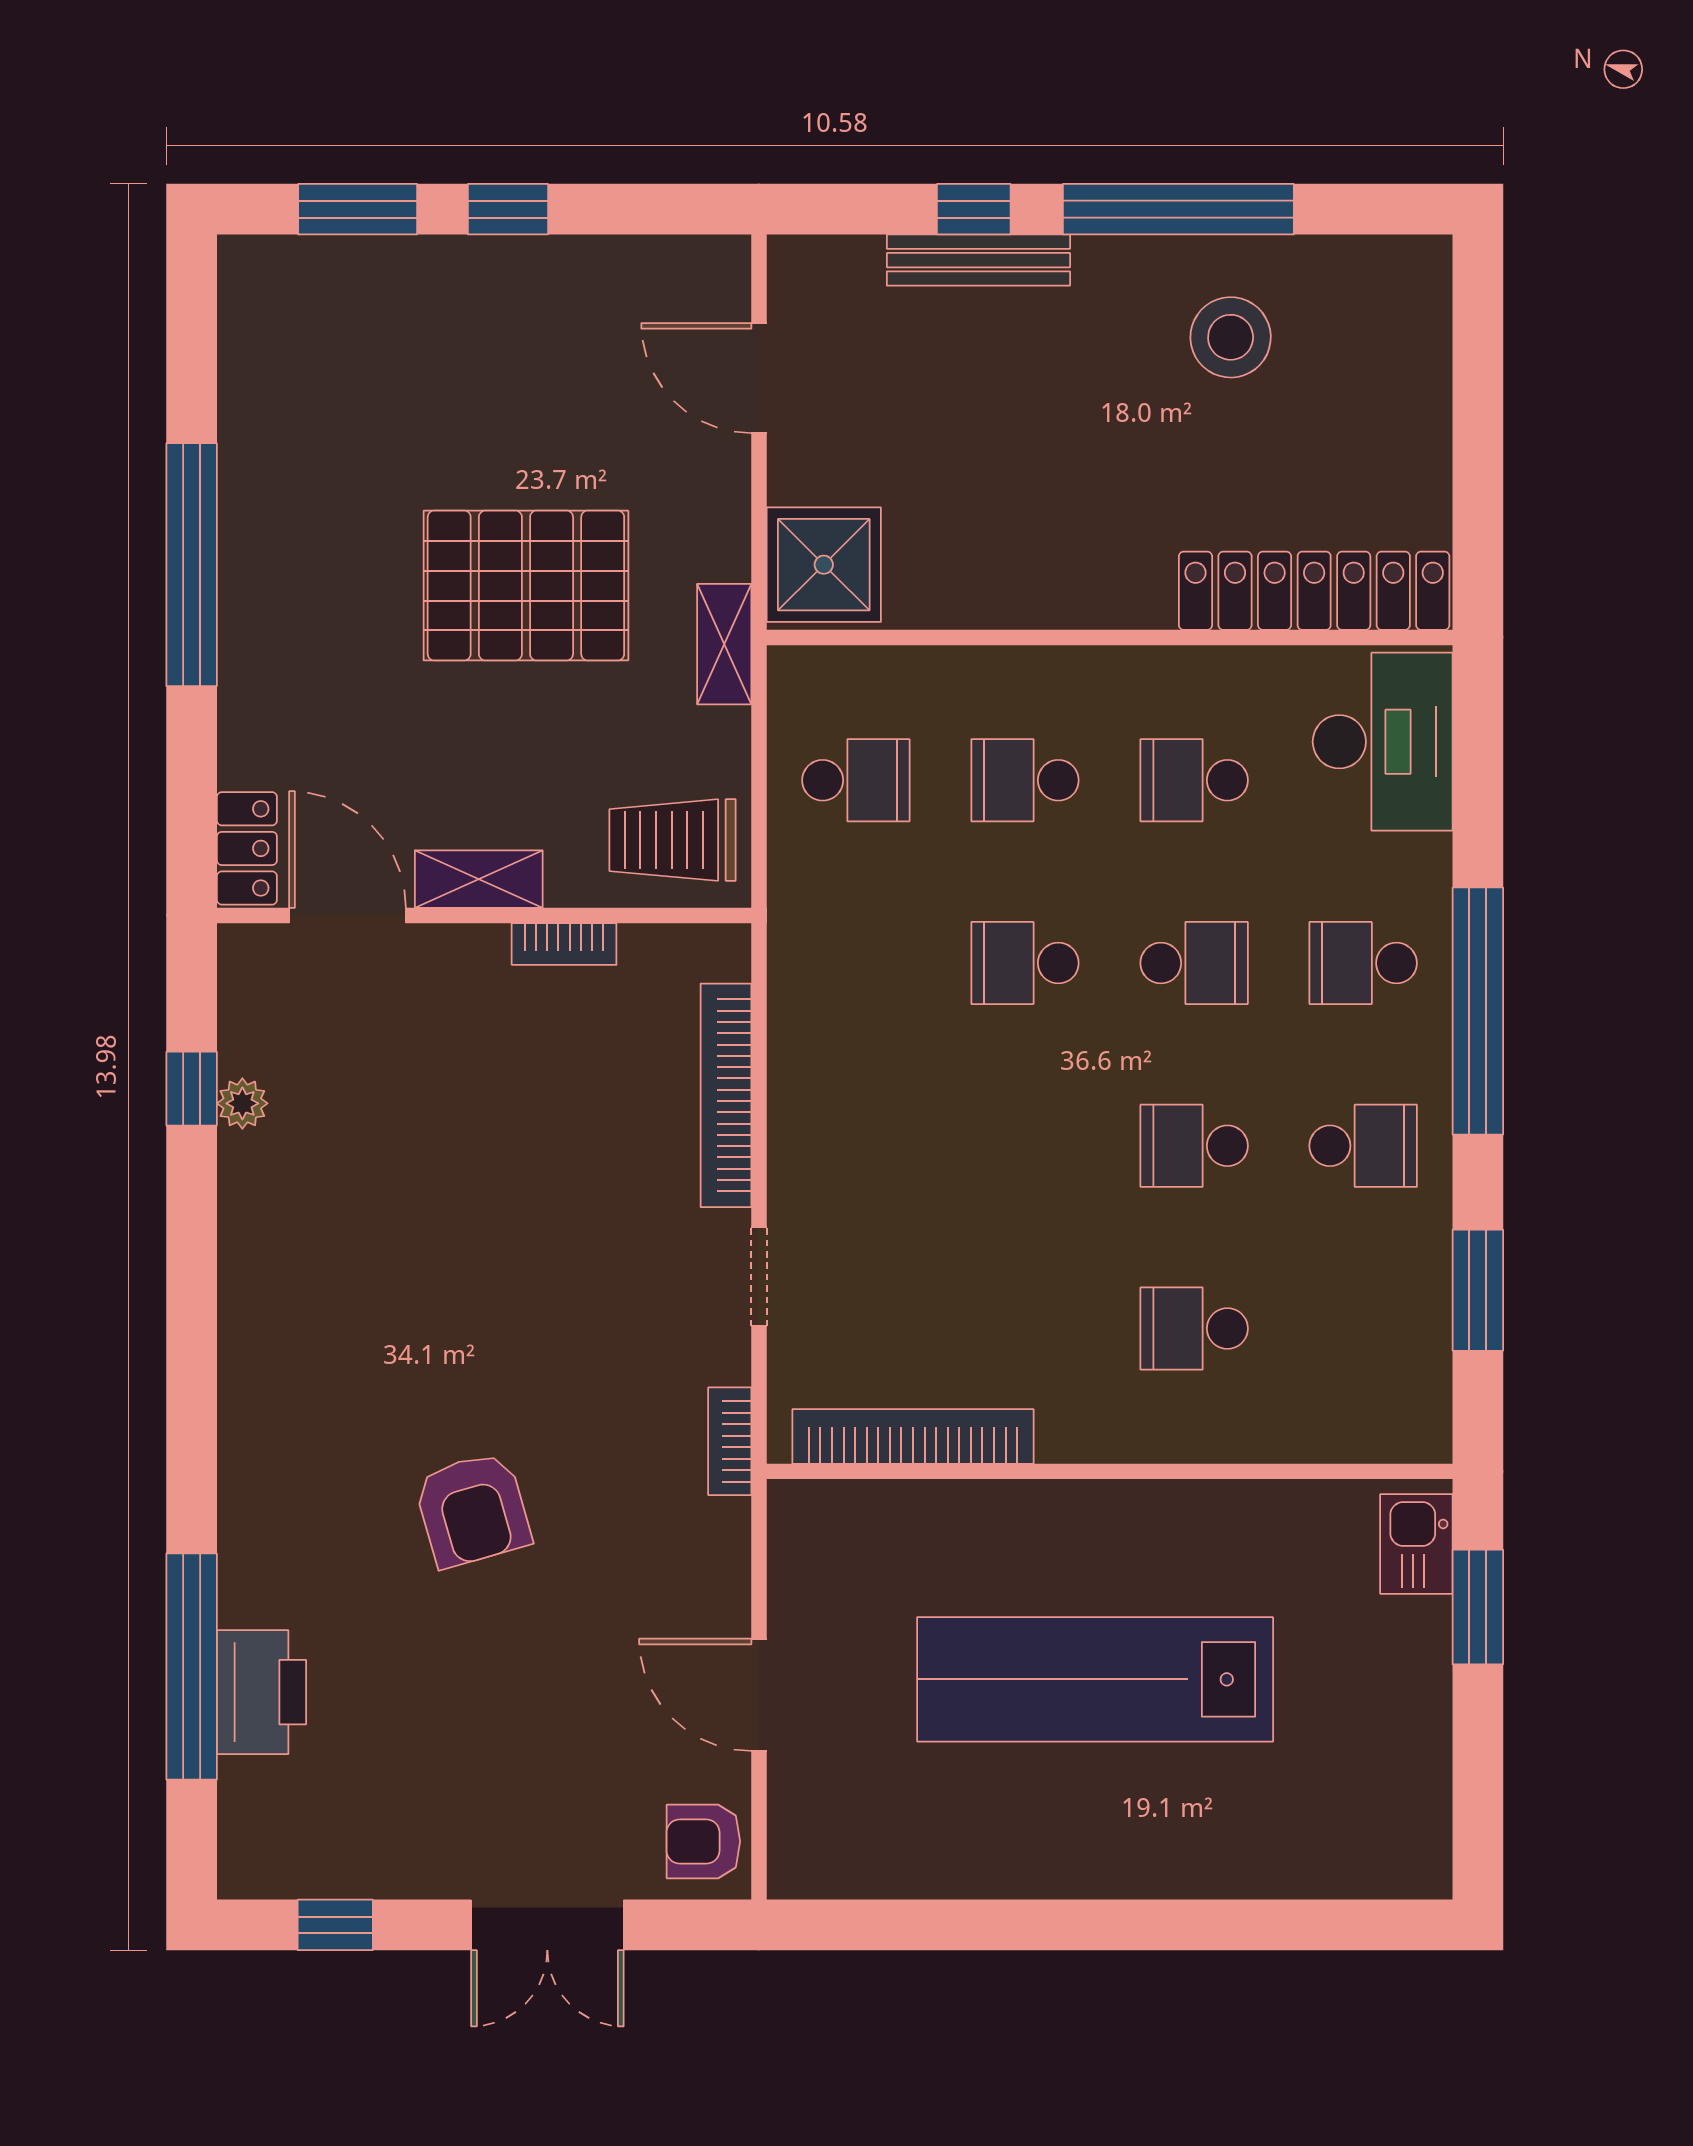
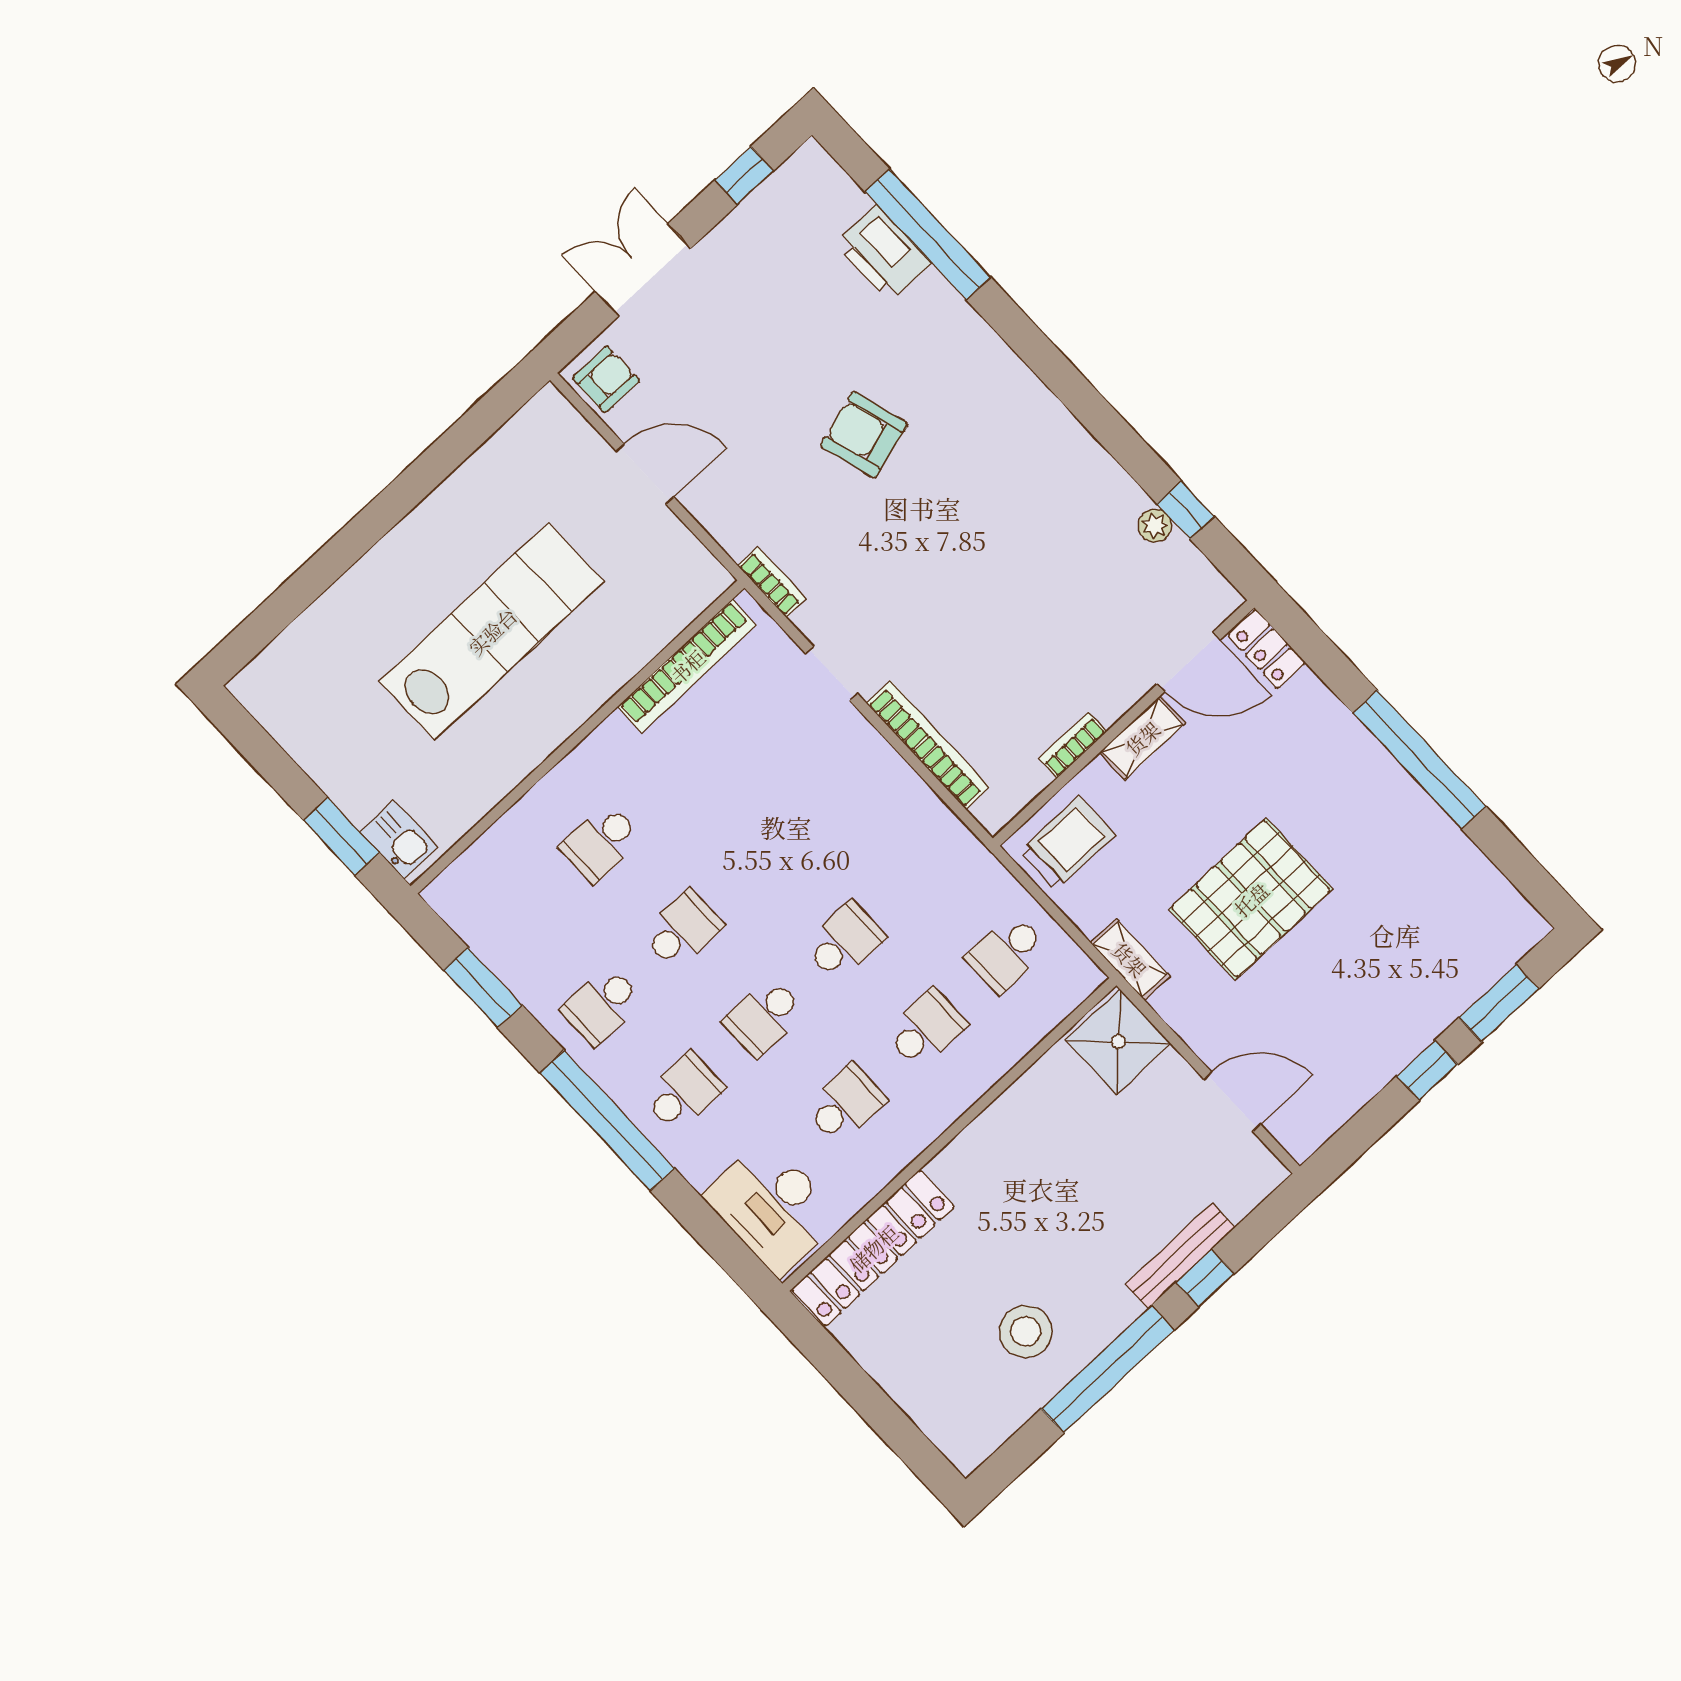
school desk: (1194, 1329) -> (601, 843), turned 180

